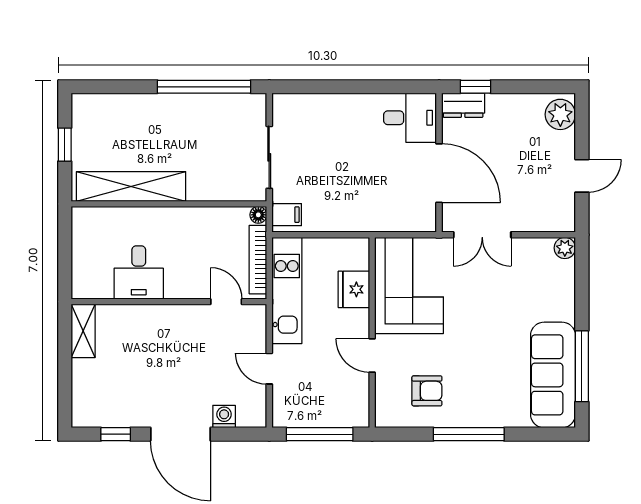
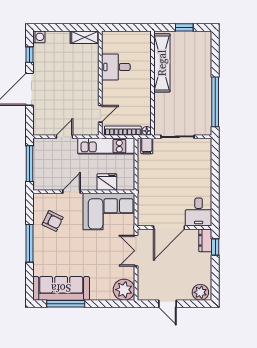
plant: (565, 248) -> (124, 290), width x1.88, depth x1.88
armchair: (427, 391) -> (53, 221), turned -64
washing machine: (224, 417) -> (39, 37), moved

